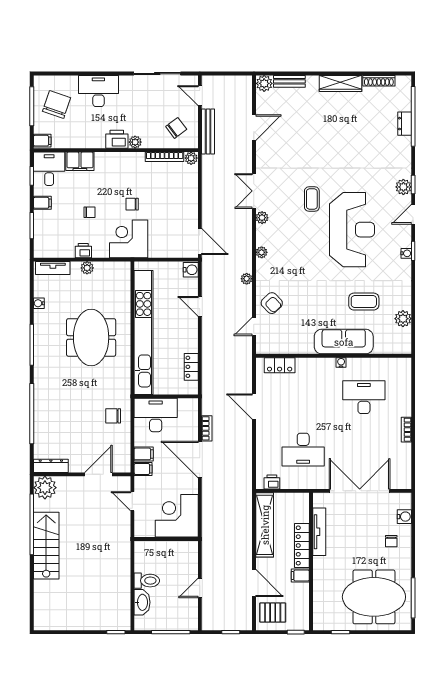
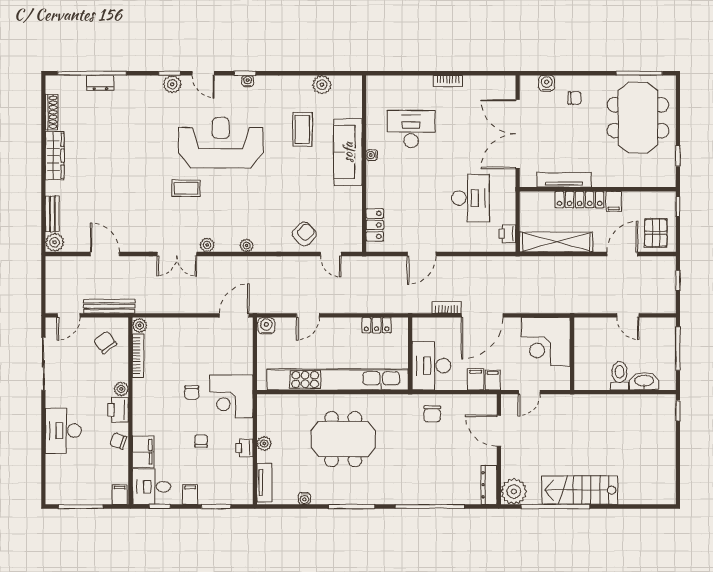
chair: (57, 105) -> (118, 441), moved, width x0.54, depth x0.54
plant: (247, 279) -> (277, 262), removed
desk: (364, 397) -> (411, 129), turned 90

